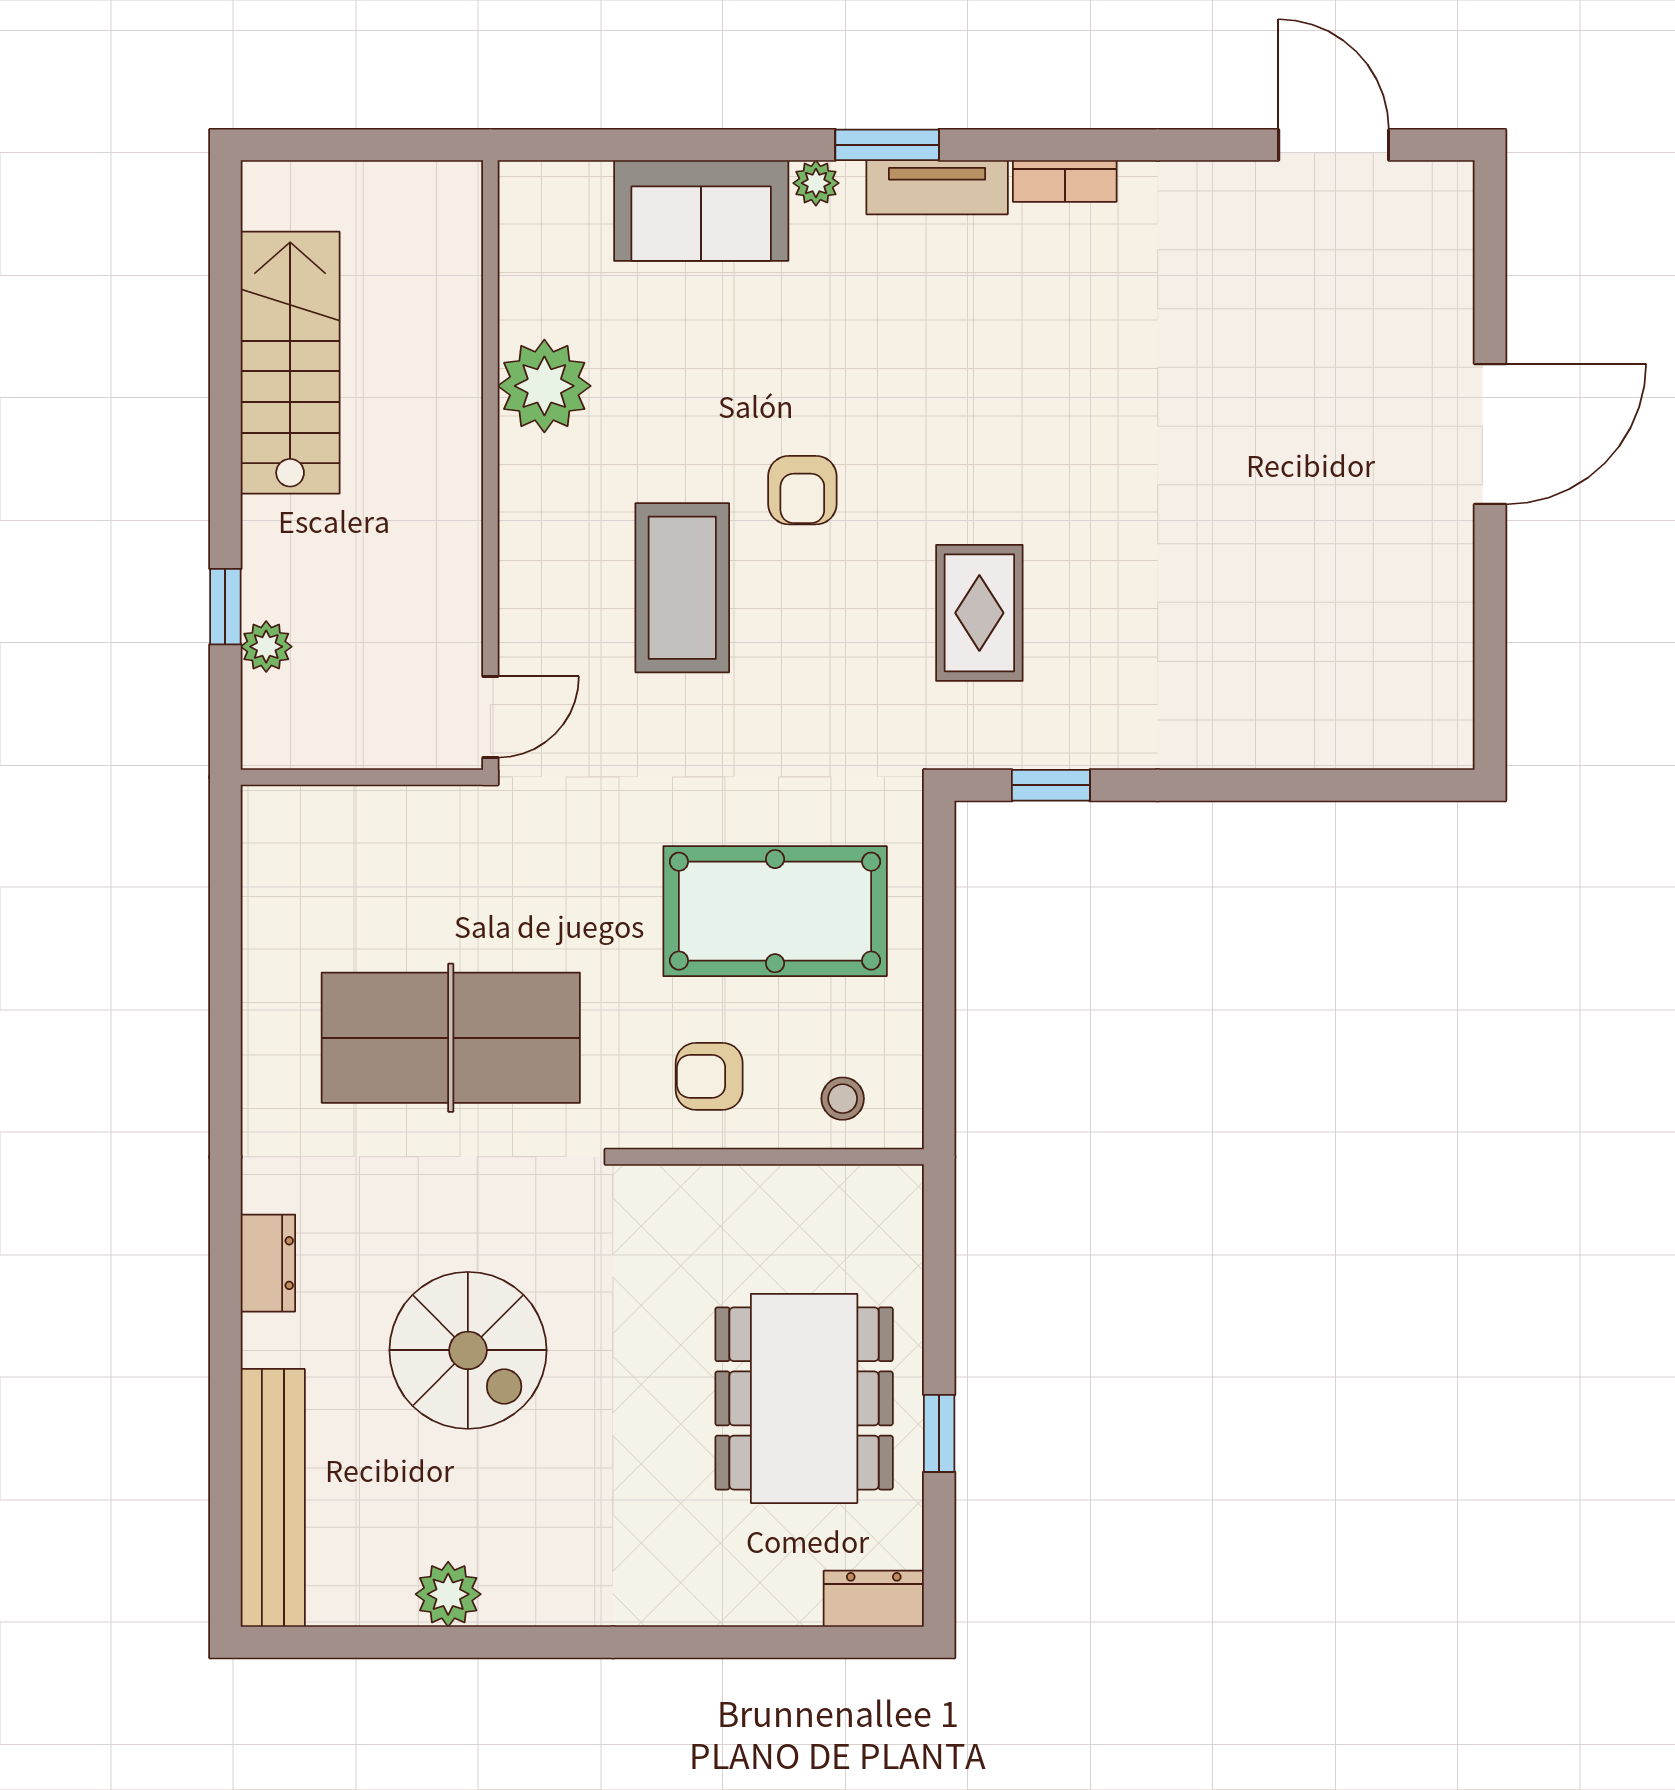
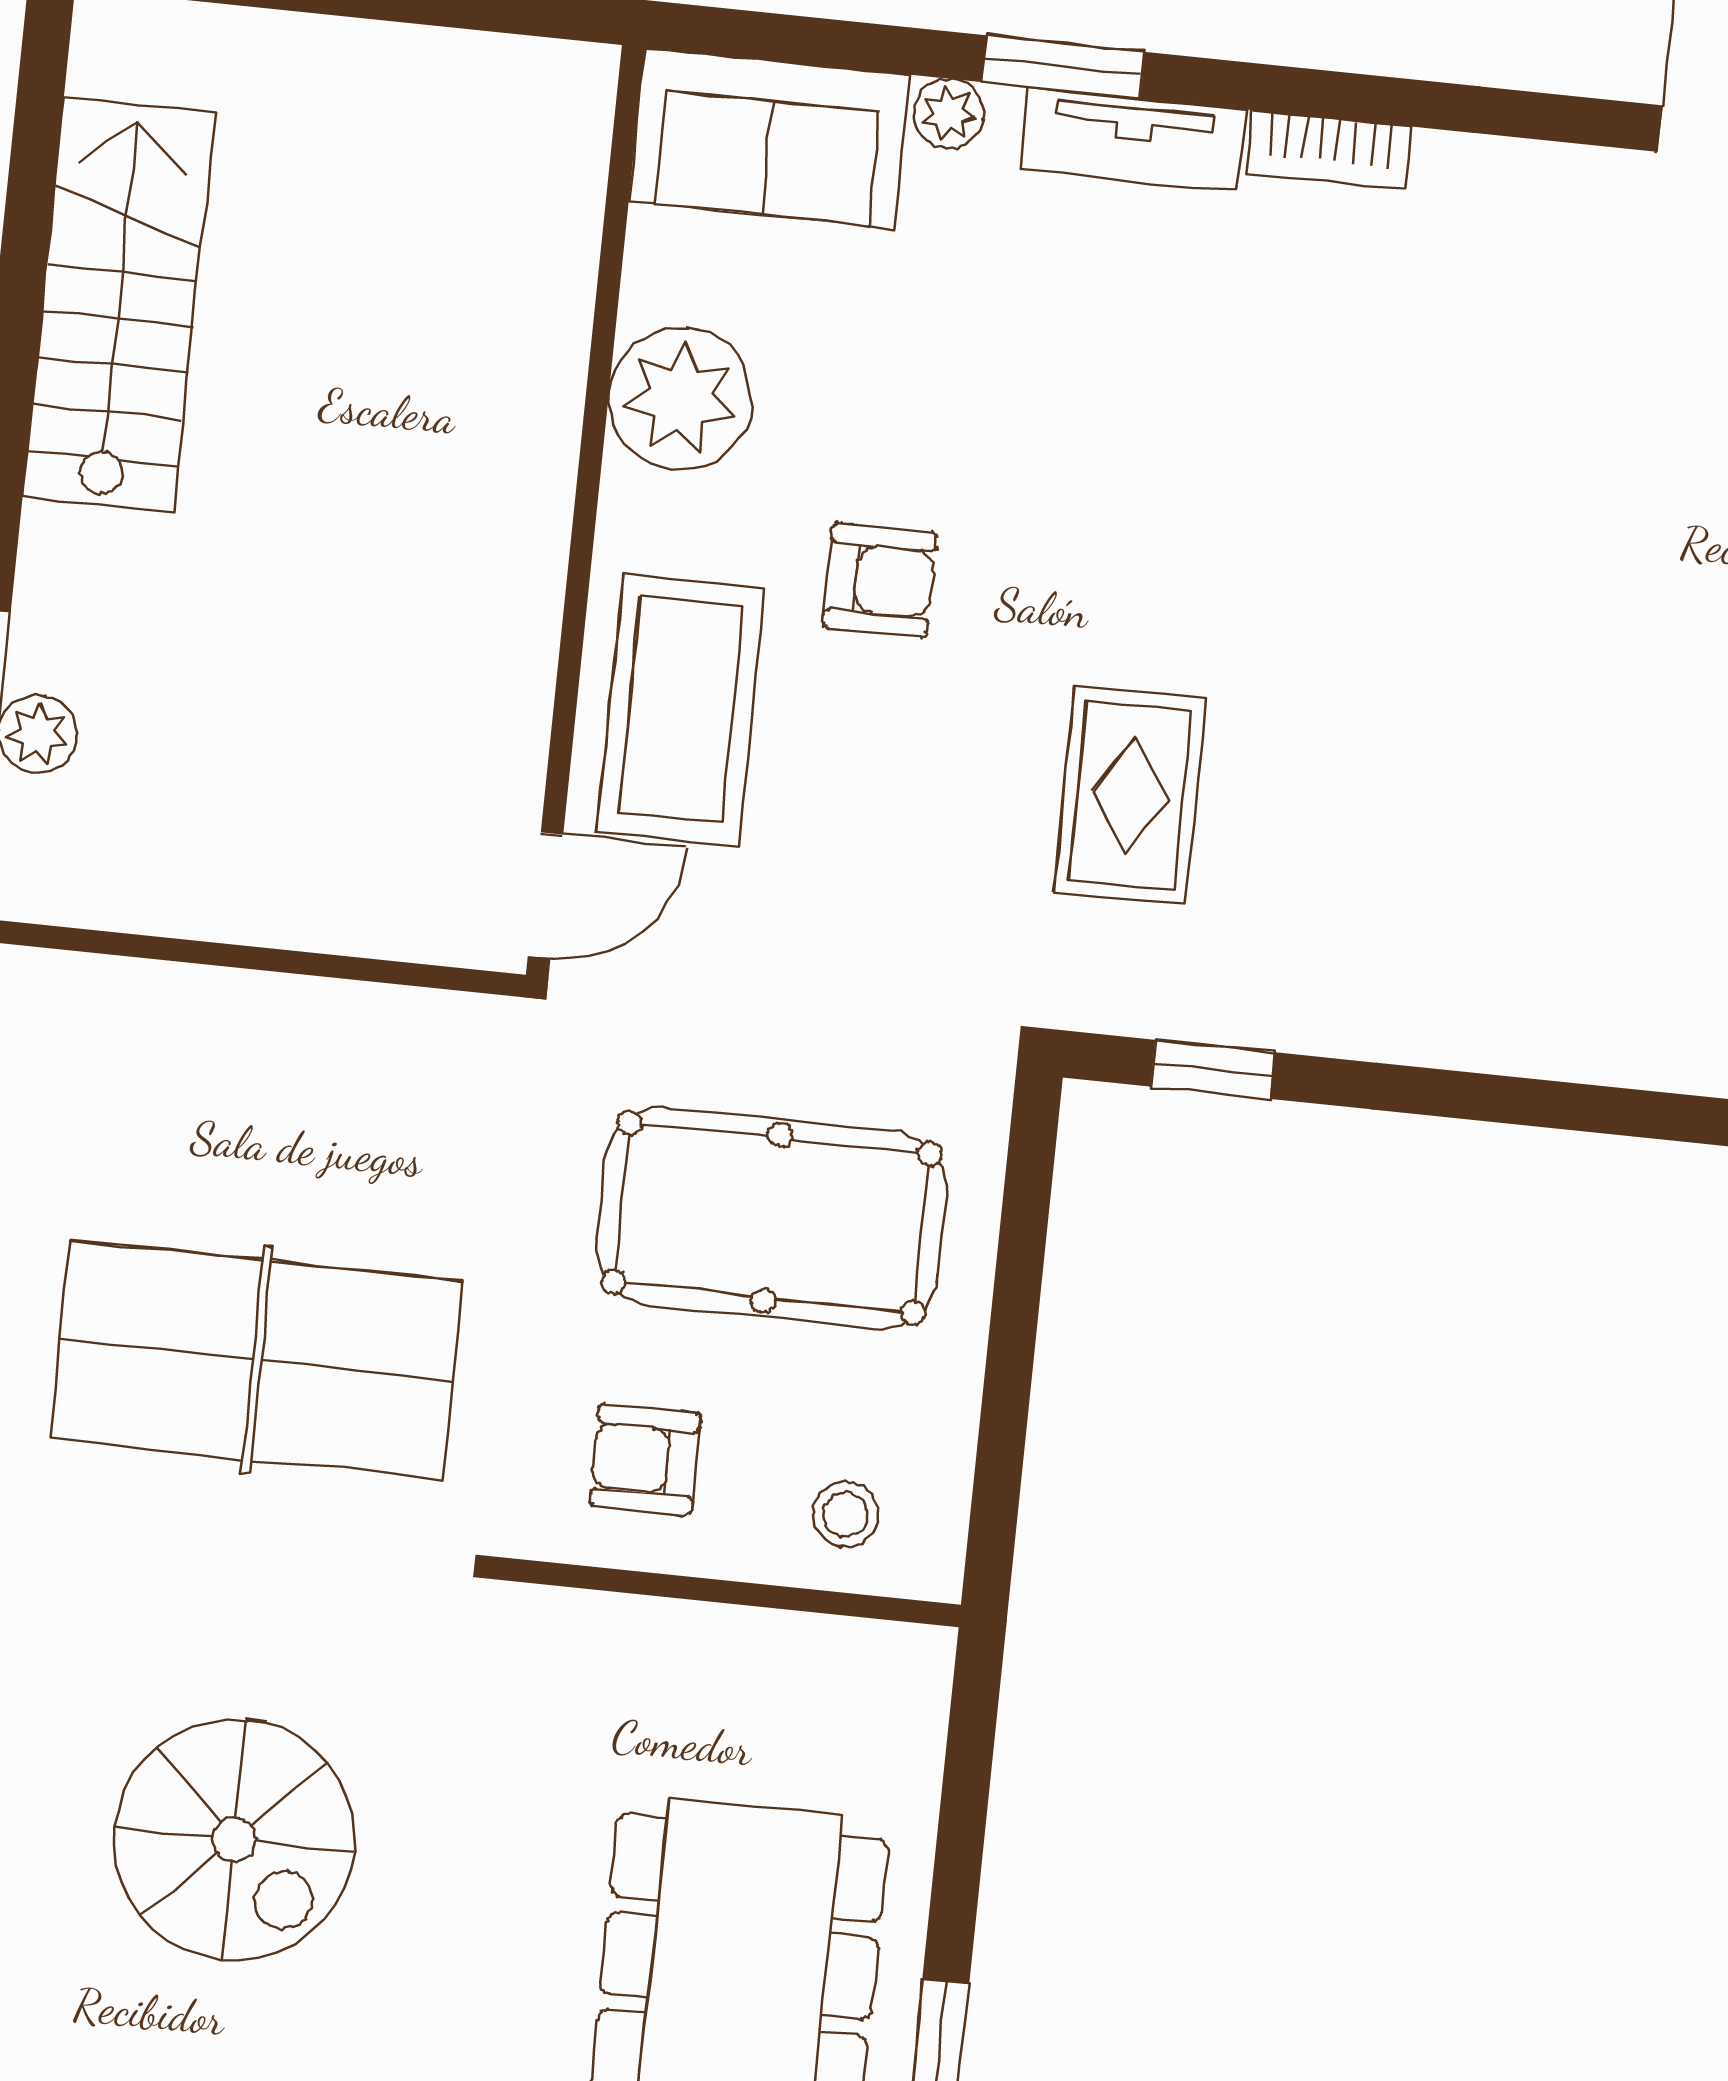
plant: (544, 386) -> (680, 399), moved
wall: (490, 465) -> (585, 511), moved
armchair: (802, 490) -> (880, 580), turned -90
door: (490, 717) -> (546, 895), moved

